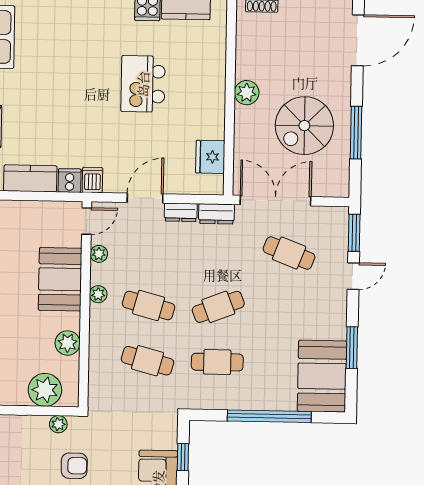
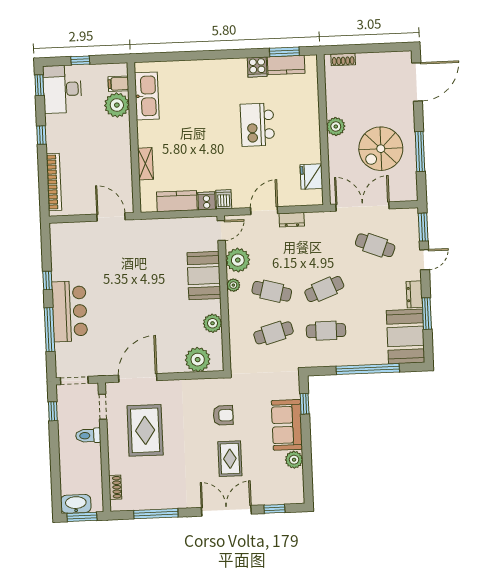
dresser: (217, 214) -> (414, 294), moved, turned 90
plant: (99, 254) -> (238, 260), width x1.88, depth x1.88
cafe table: (147, 361) -> (273, 333), turned -30
plant: (58, 424) -> (209, 385), removed

